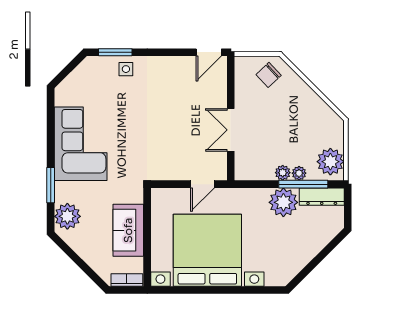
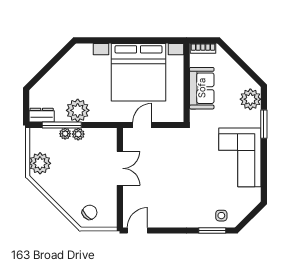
side table: (126, 69) -> (221, 216), moved
plant: (330, 162) -> (40, 163), moved
dresser: (322, 197) -> (42, 115), width x0.70

